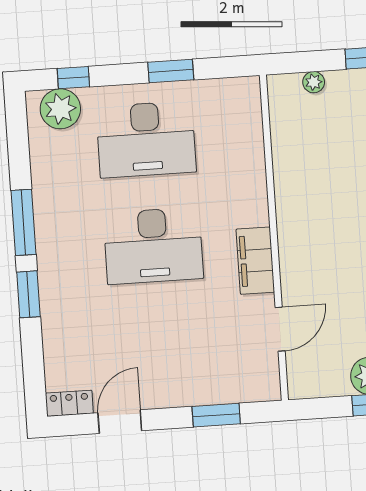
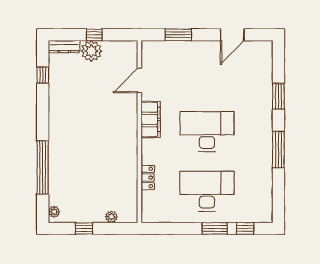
window: (171, 71) -> (215, 228), moved
plant: (60, 109) -> (254, 212), removed
window: (28, 294) -> (278, 96), moved
locker: (69, 403) -> (148, 178), moved, turned -90

